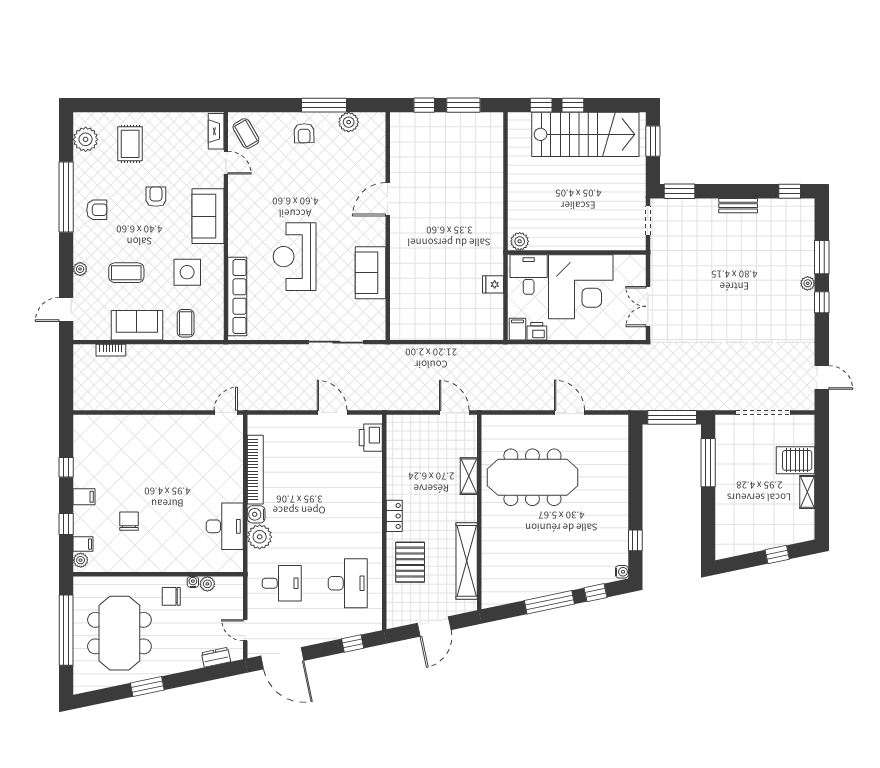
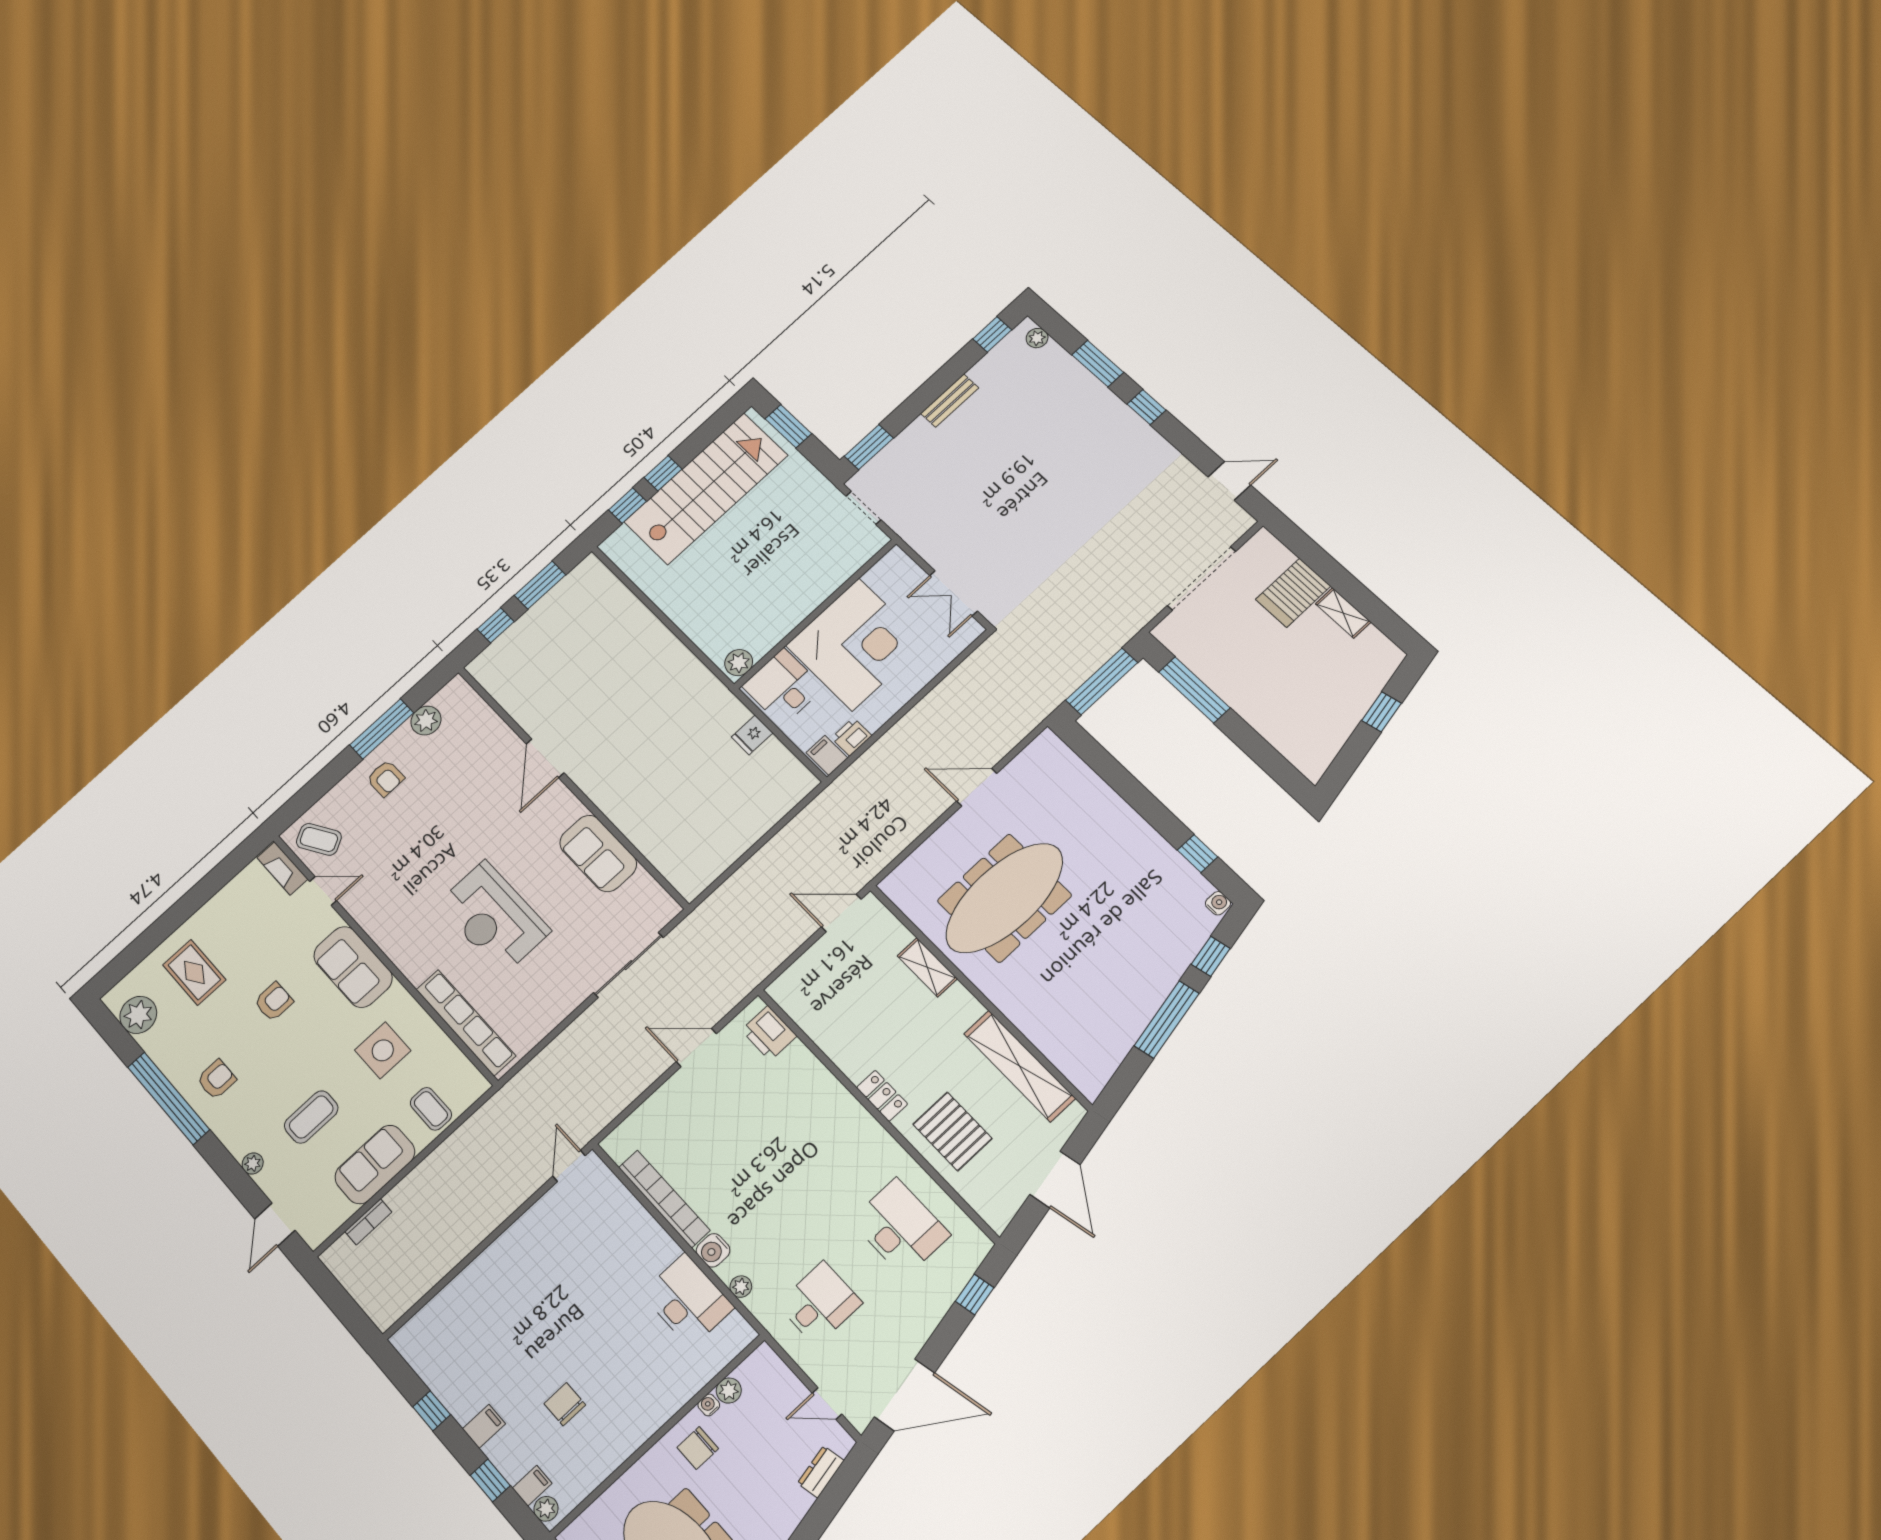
armchair: (156, 197) -> (274, 1002), turned 90
plant: (808, 283) -> (1037, 338), moved
plant: (260, 537) -> (741, 1287), width x0.53, depth x0.53

